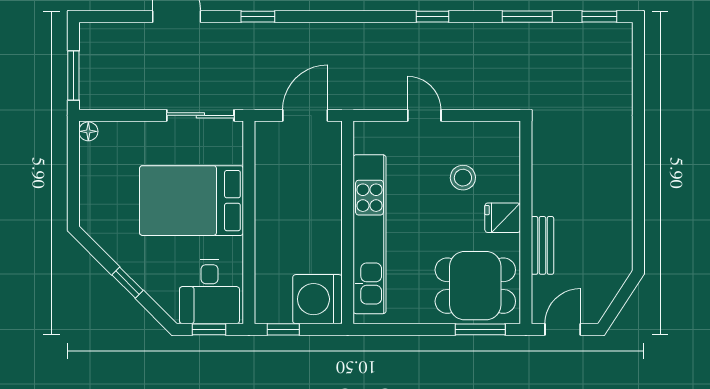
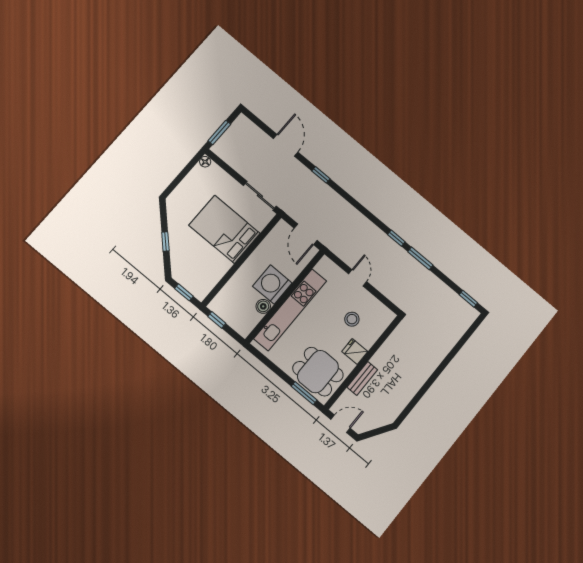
window: (527, 17) -> (420, 258), moved
door: (305, 115) -> (306, 234), swing flipped
boiler: (330, 260) -> (263, 306), added
desk: (209, 292) -> (198, 276), removed
washing machine: (317, 299) -> (272, 285), moved

